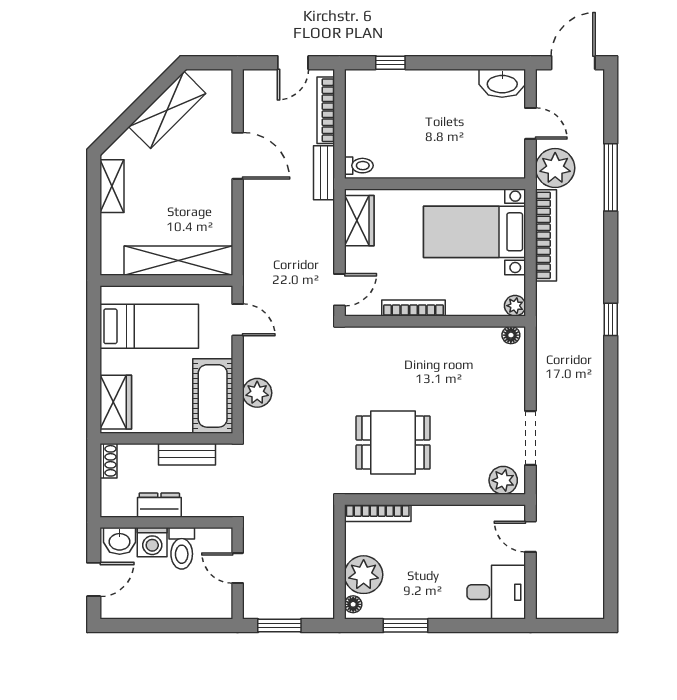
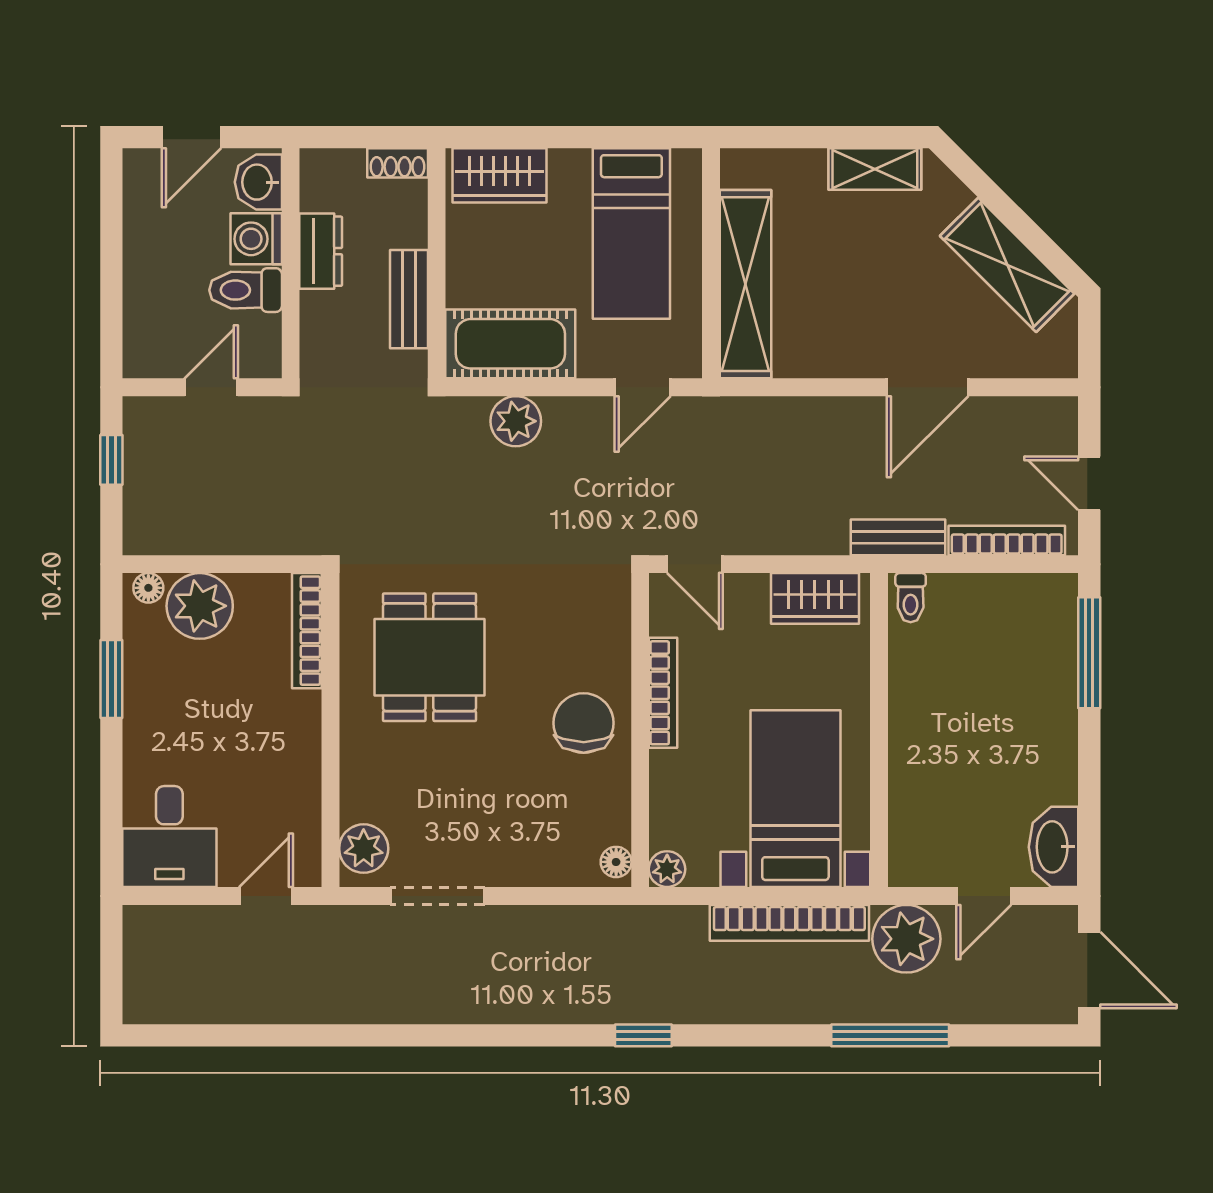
window: (390, 63) -> (1089, 653), width x2.17
chair: (431, 354) -> (584, 723), added
door: (94, 579) -> (192, 137), hinge flipped
window: (279, 626) -> (111, 460), width x0.67

